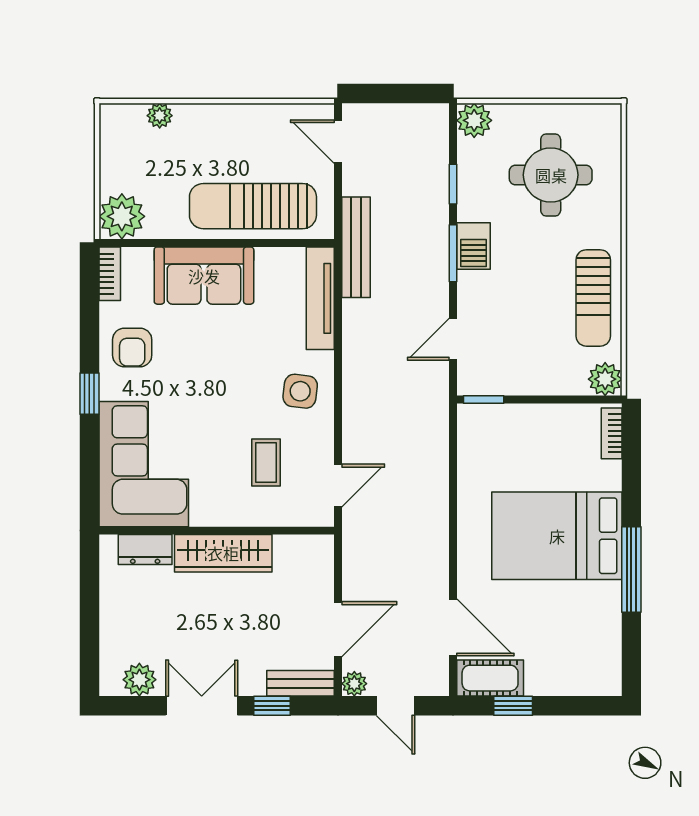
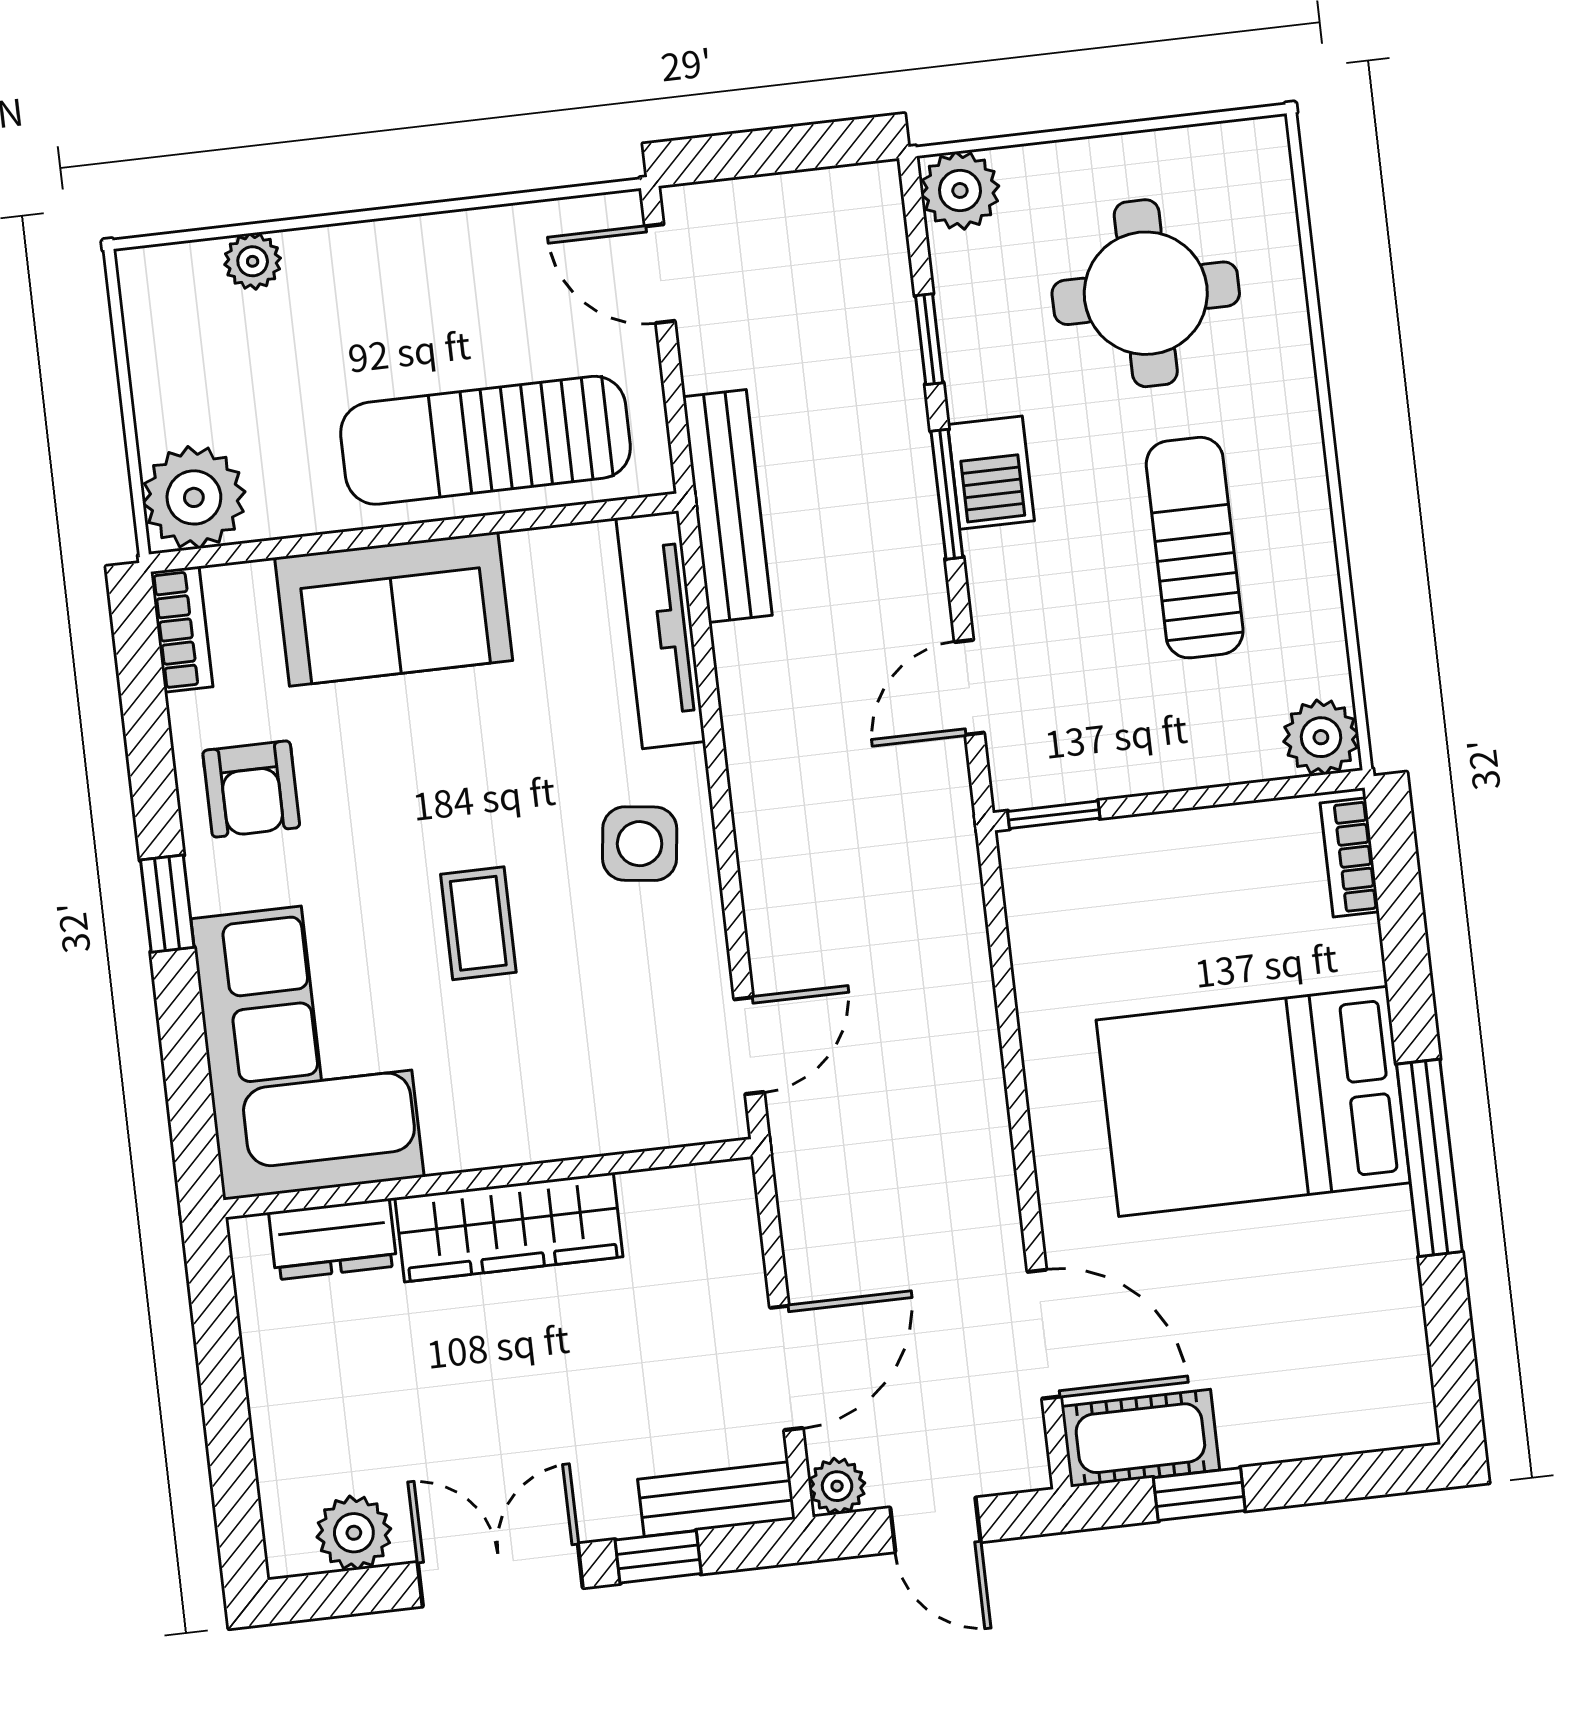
sun lounger: (593, 298) -> (1195, 548), moved, turned 180
coffee table: (266, 462) -> (478, 923), moved

